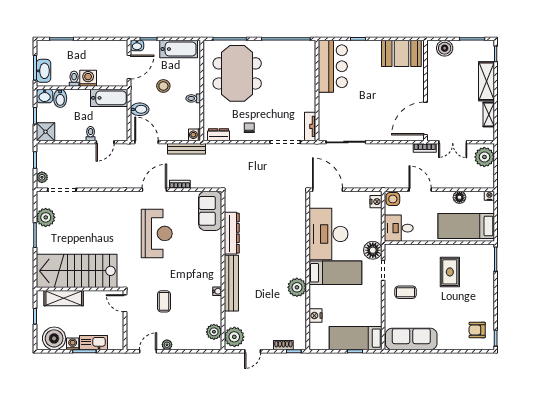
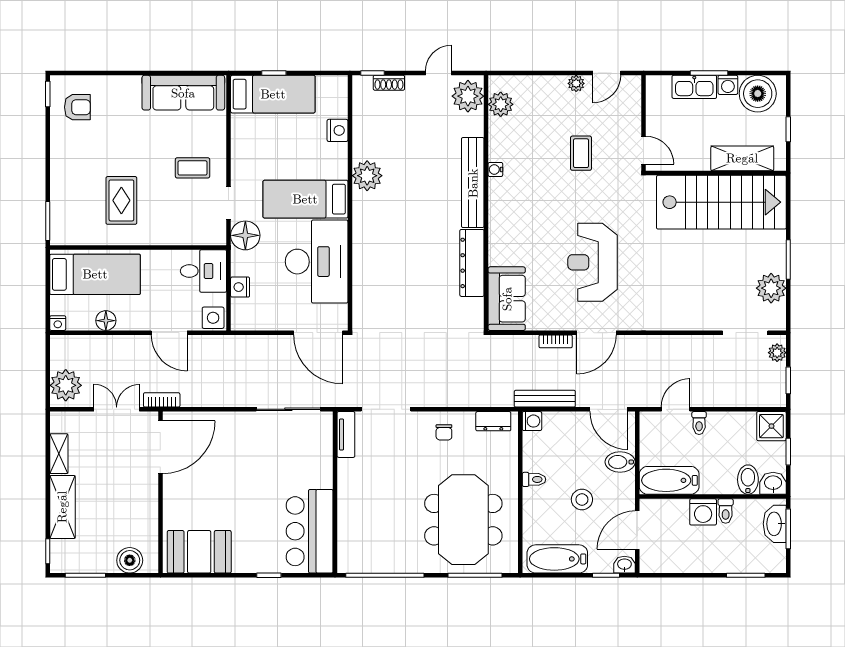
nightstand: (376, 202) -> (240, 287), moved

